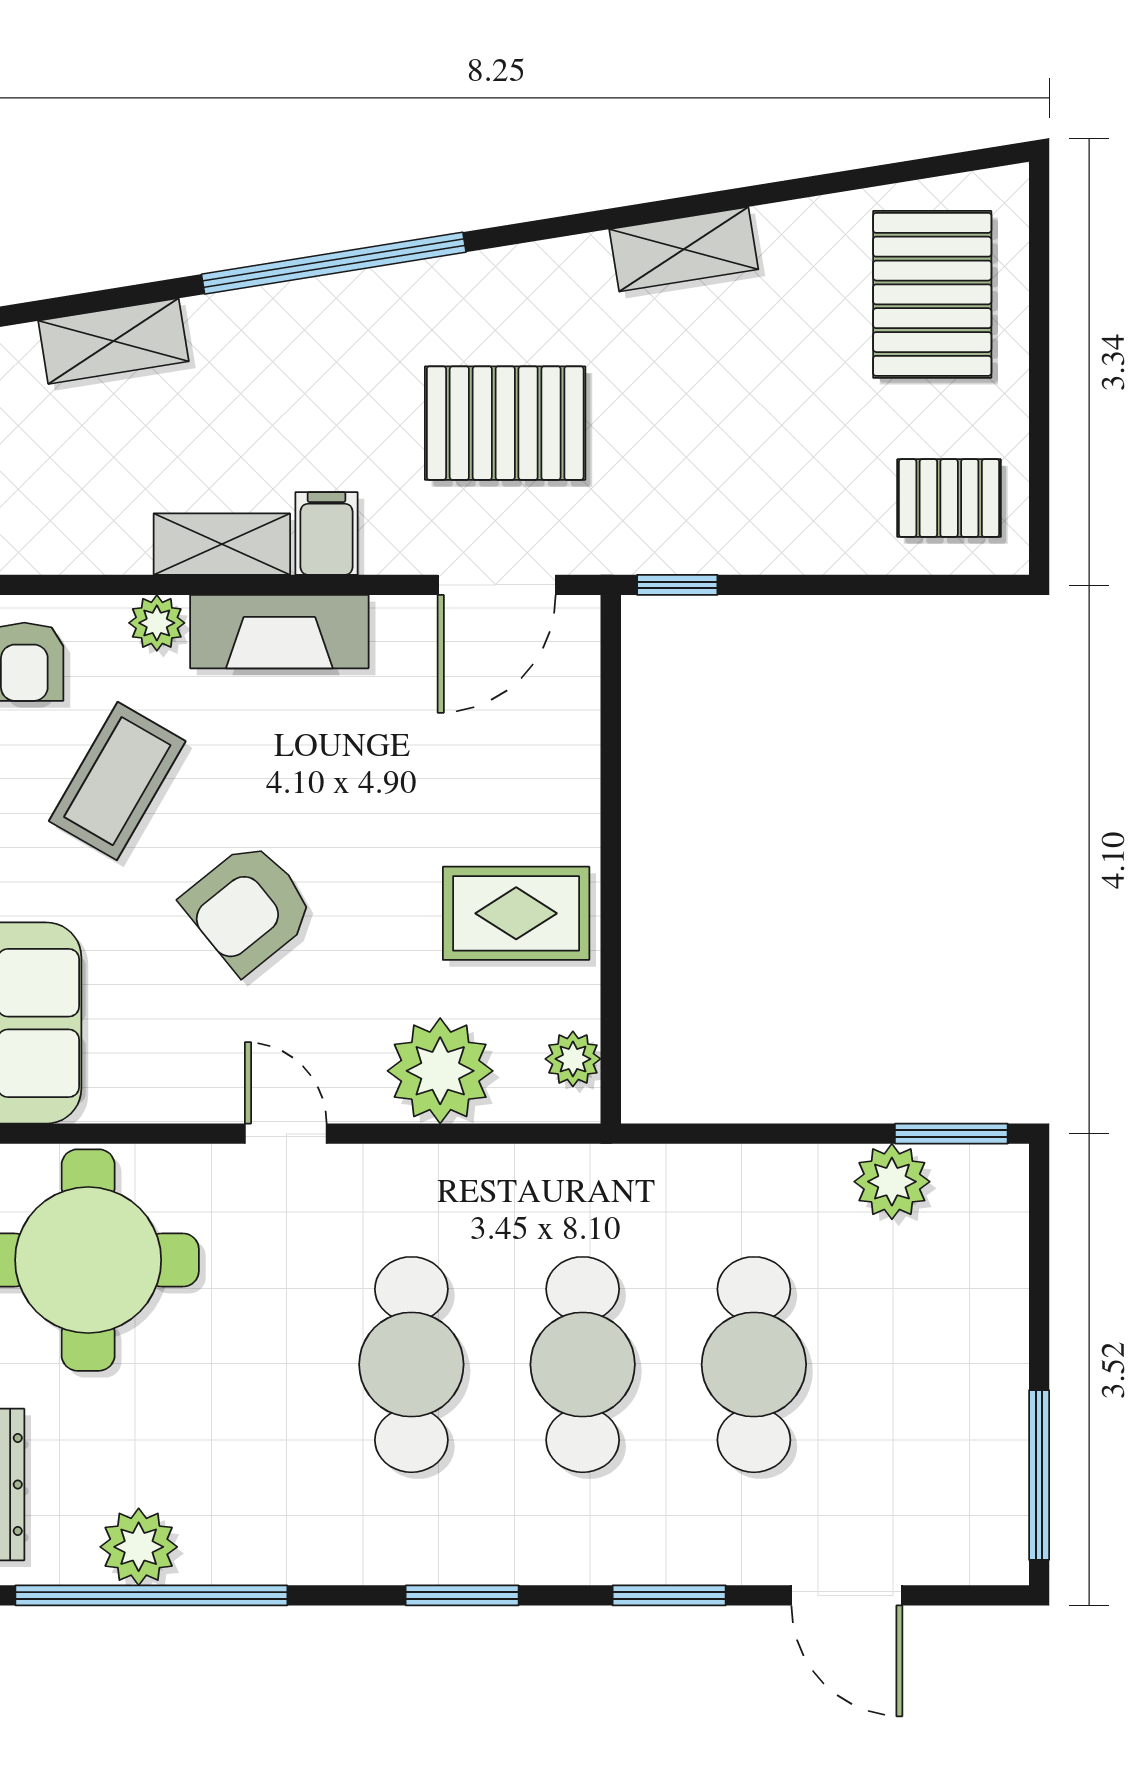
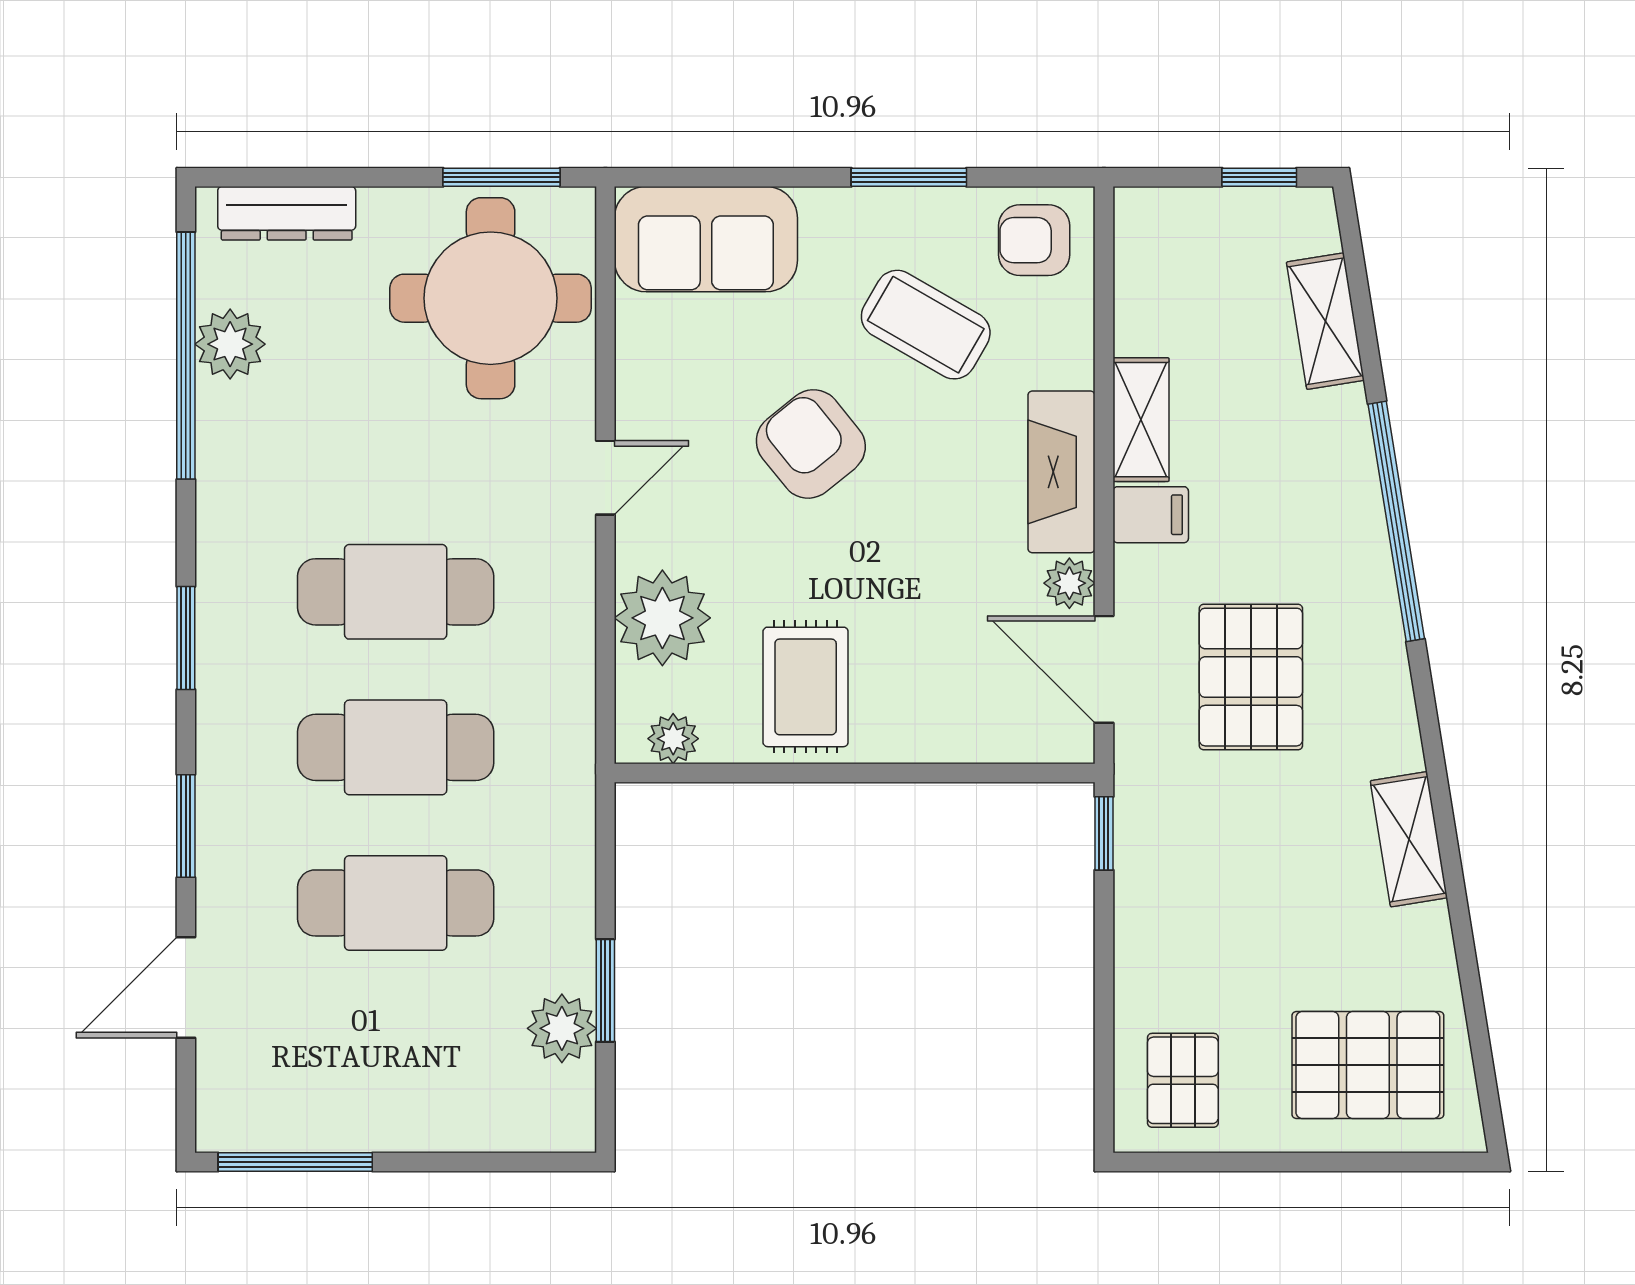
plant: (157, 623) -> (1069, 583), moved
window: (951, 1134) -> (605, 990), moved

